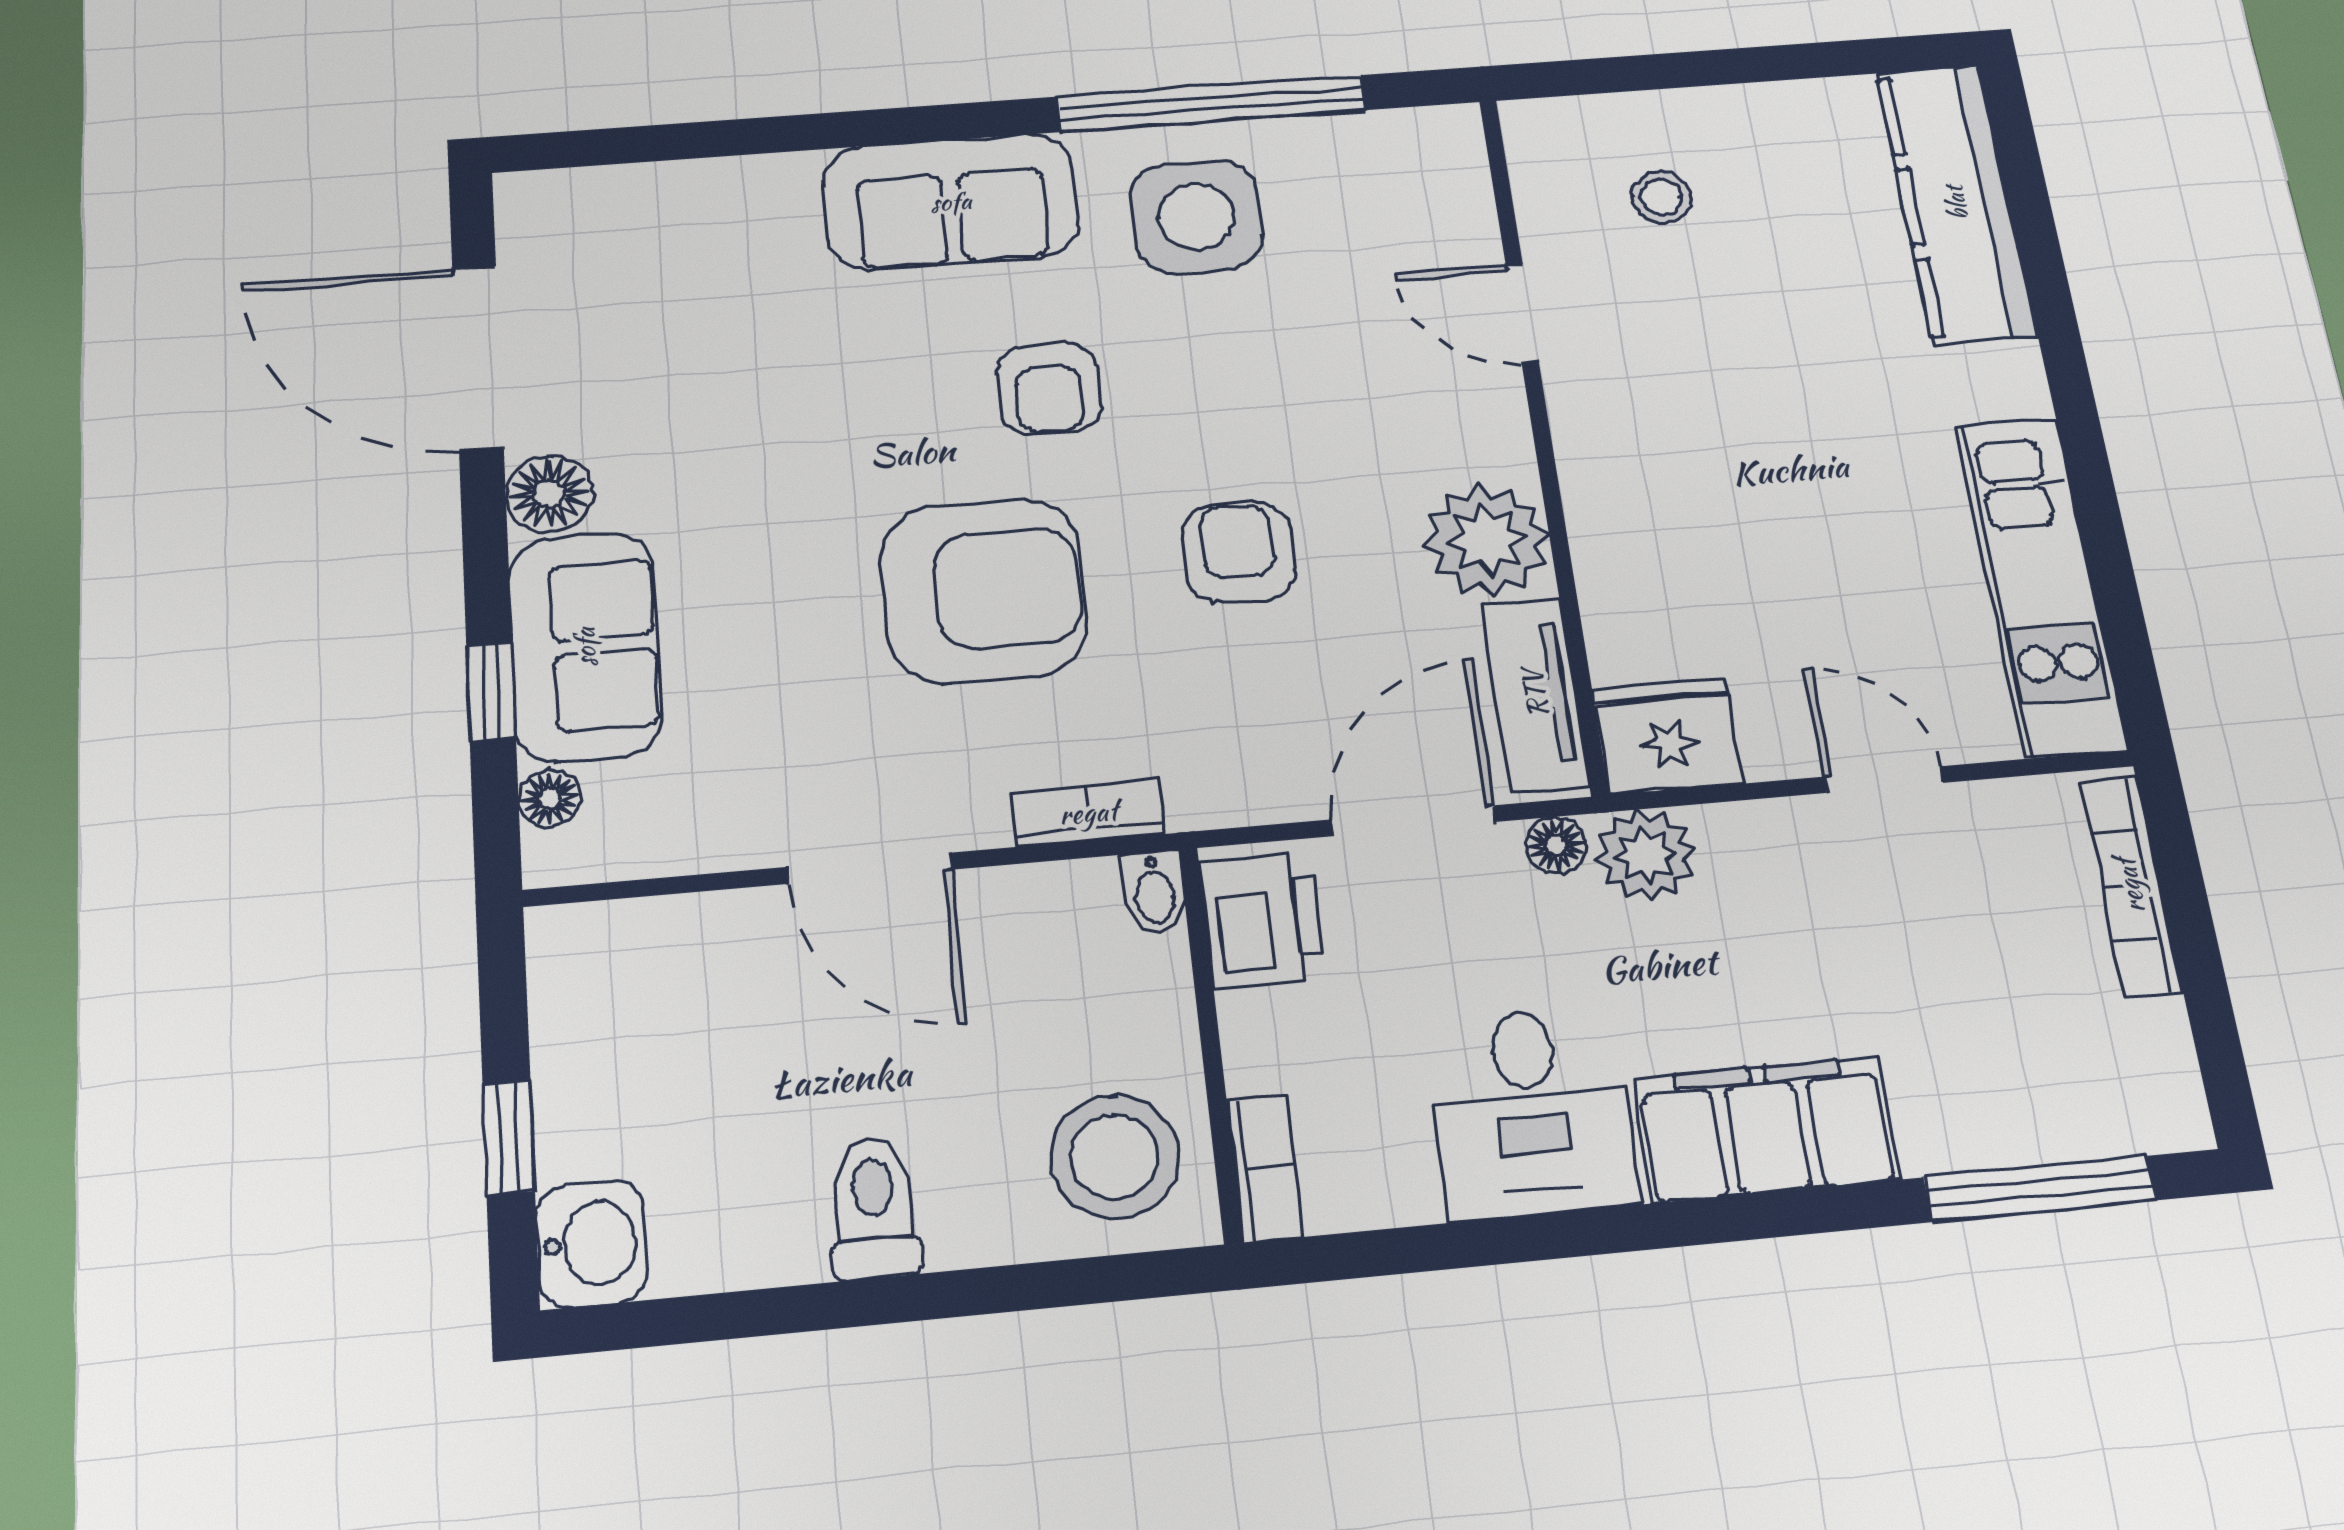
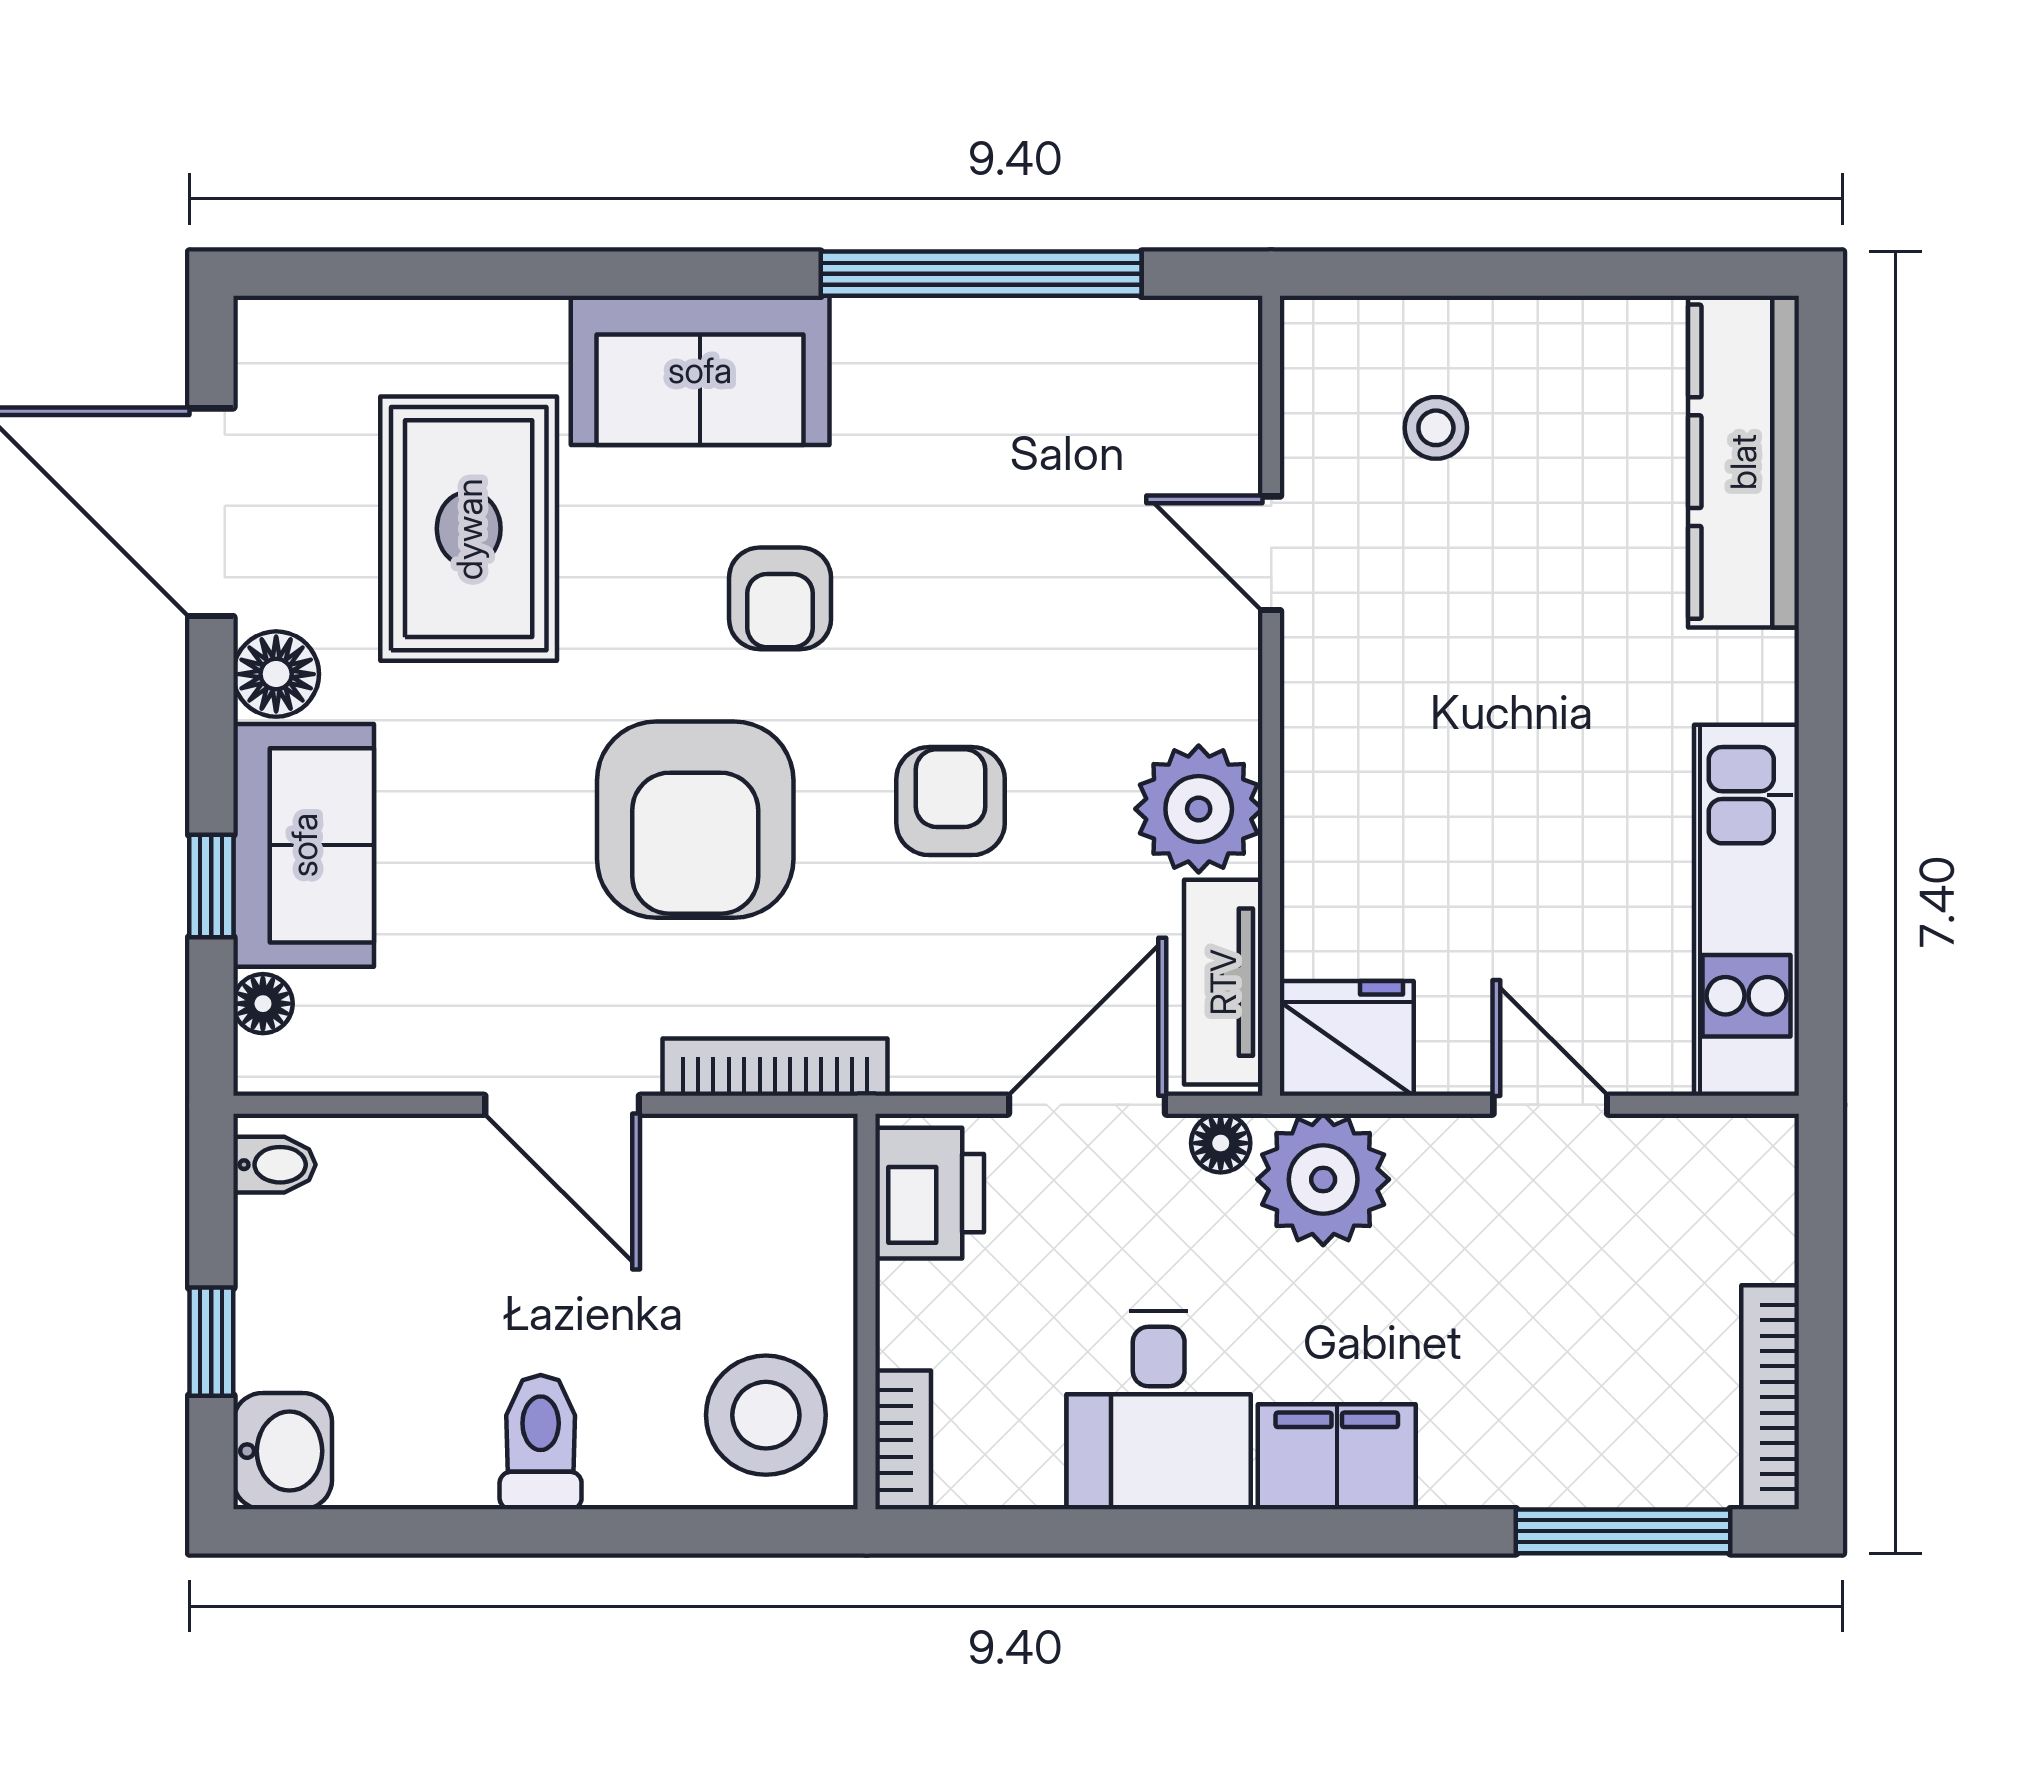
side table: (1196, 217) -> (950, 410), removed
rug: (735, 352) -> (469, 529), added
armchair: (984, 590) -> (695, 820), turned 90
bookcase: (1088, 813) -> (775, 1067), width x1.56
plant: (1646, 855) -> (1323, 1179), width x1.36, depth x1.36
bookcase: (2130, 886) -> (1770, 1397), moved
bidet: (1154, 892) -> (274, 1165), moved, turned -90
filing cabinet: (1766, 1129) -> (1337, 1457), width x0.67, depth x0.86

